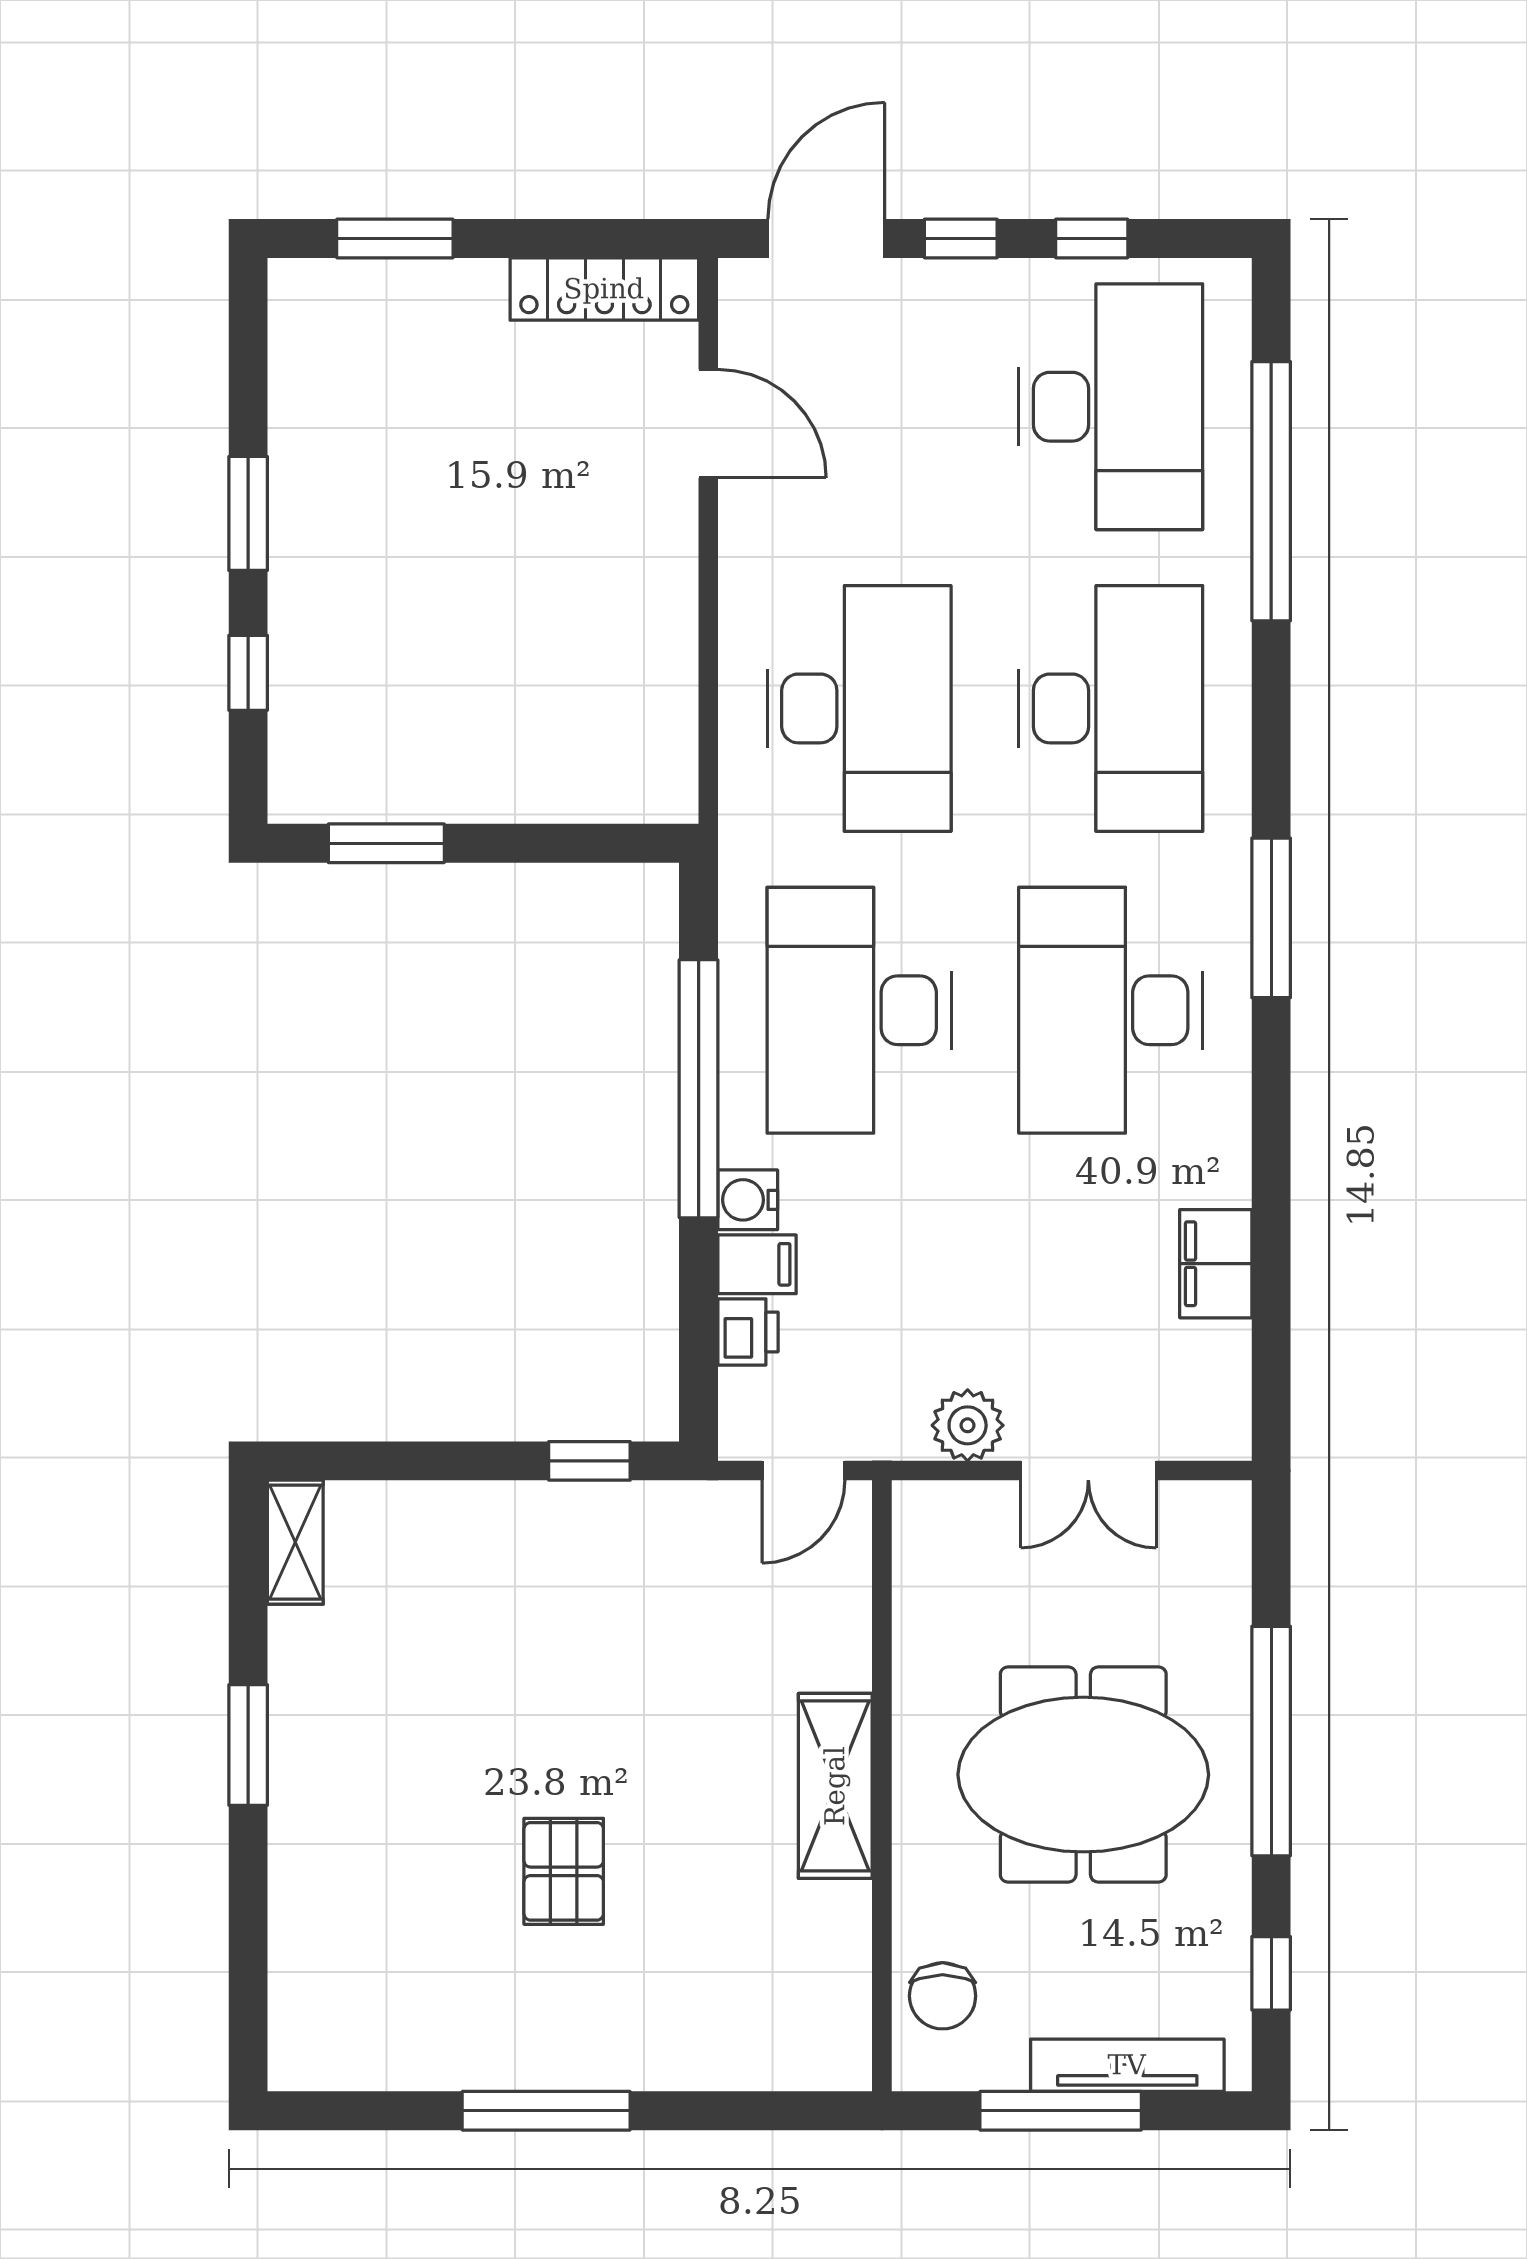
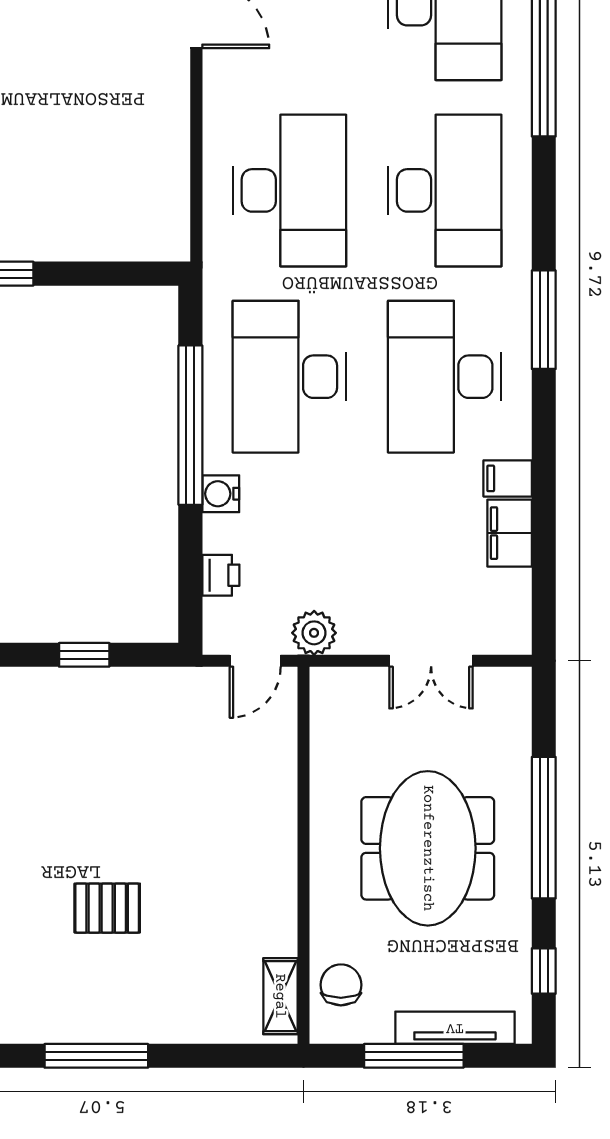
filing cabinet: (757, 1264) -> (508, 478), moved, turned 180
plant: (968, 1425) -> (314, 633), moved
window: (589, 1461) -> (84, 655), moved
meeting table: (1083, 1775) -> (428, 848), turned 90
shelving: (835, 1786) -> (280, 996), moved, width x0.67, depth x0.75
pallet: (564, 1871) -> (107, 908), turned 90
chair: (943, 1996) -> (341, 985), turned 180

